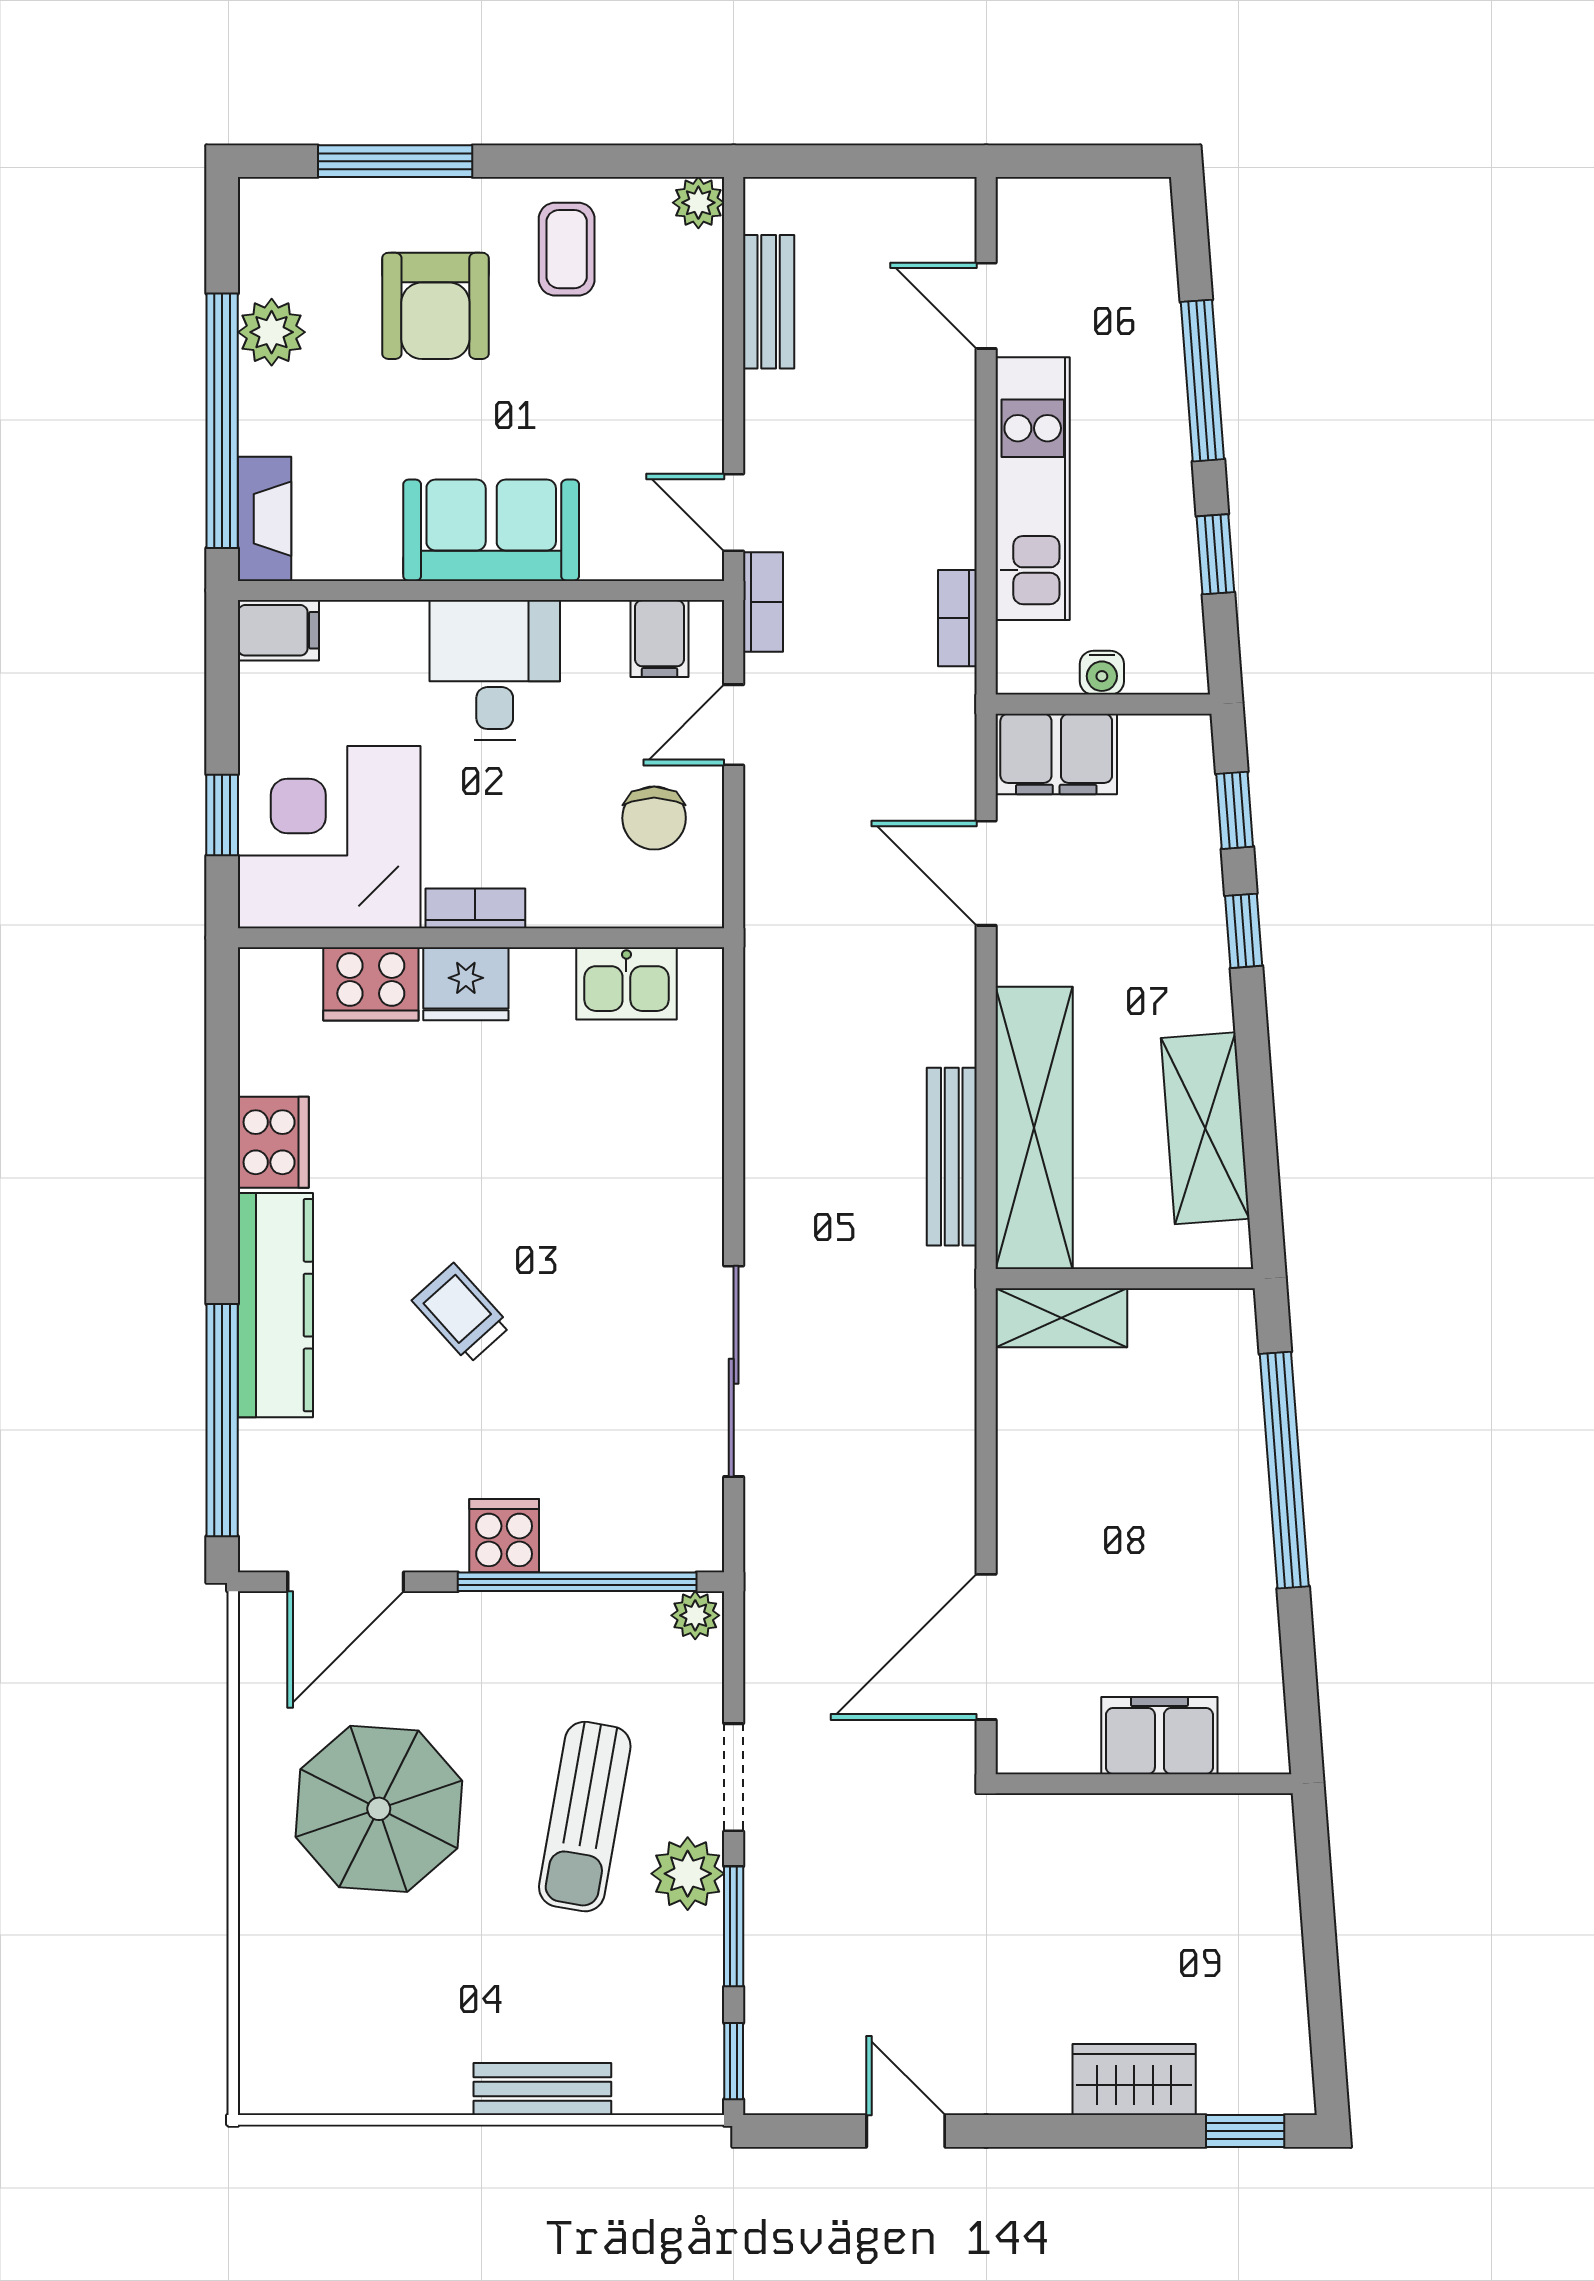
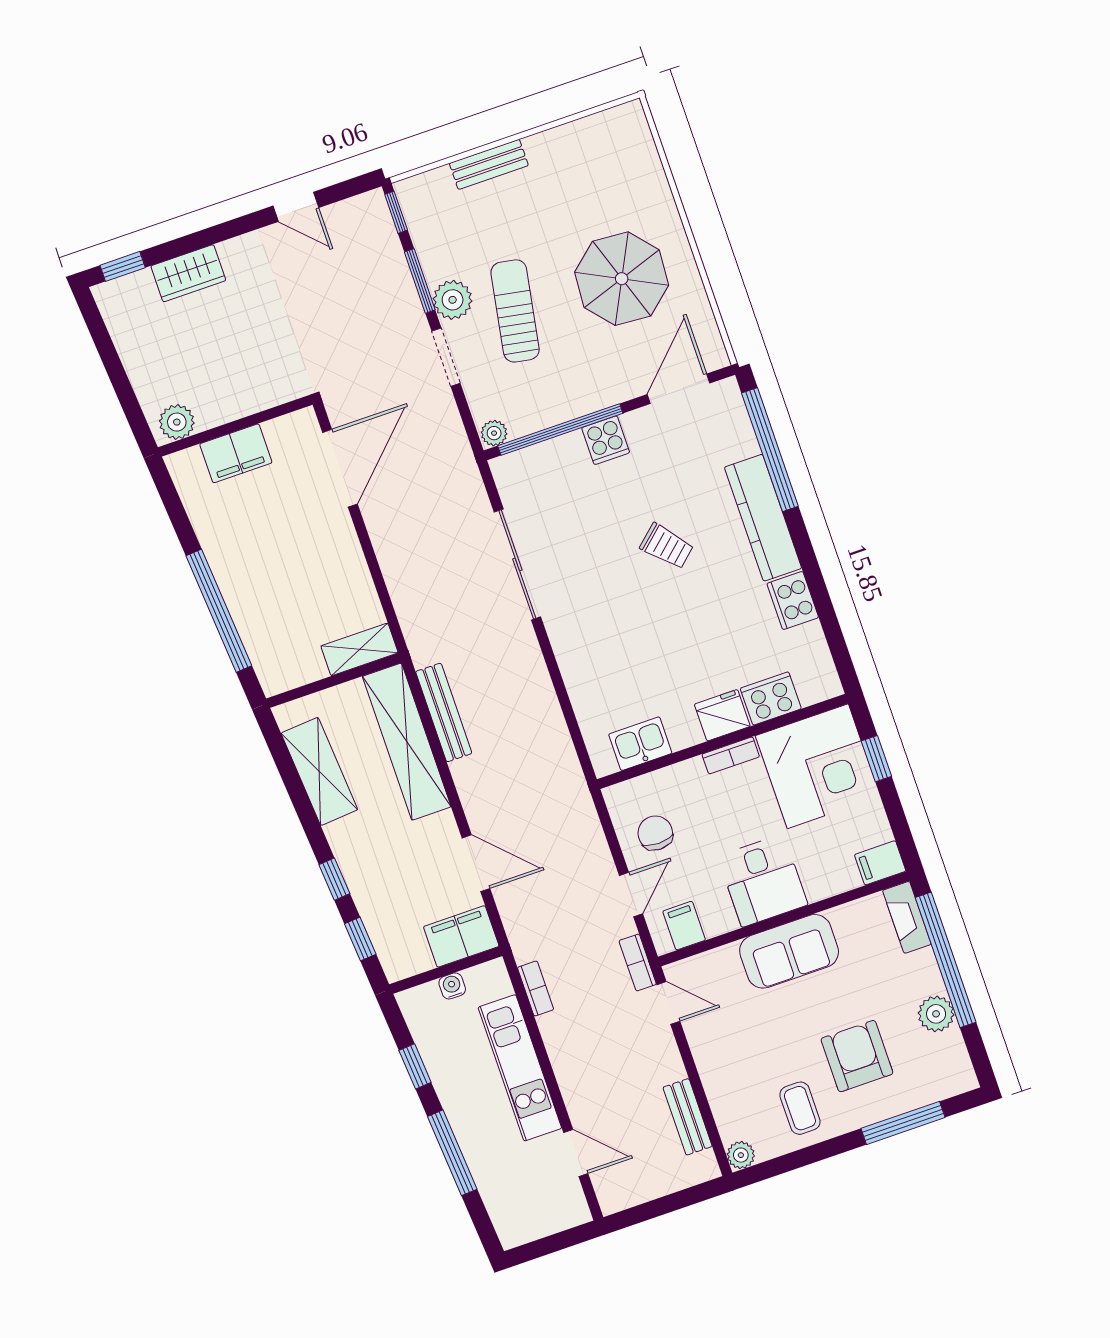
plant: (1244, 1826) -> (177, 422), added

